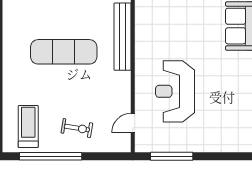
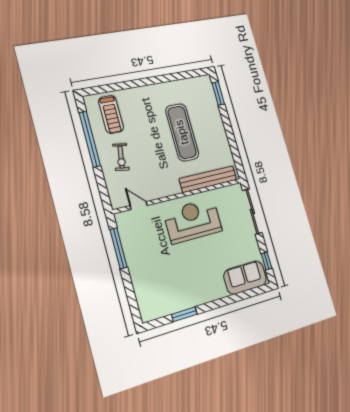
reception desk: (175, 91) -> (193, 221), moved
treadmill: (28, 126) -> (111, 114), turned 90

